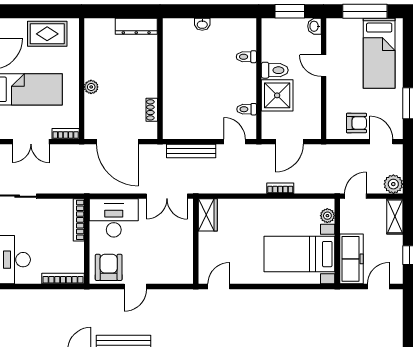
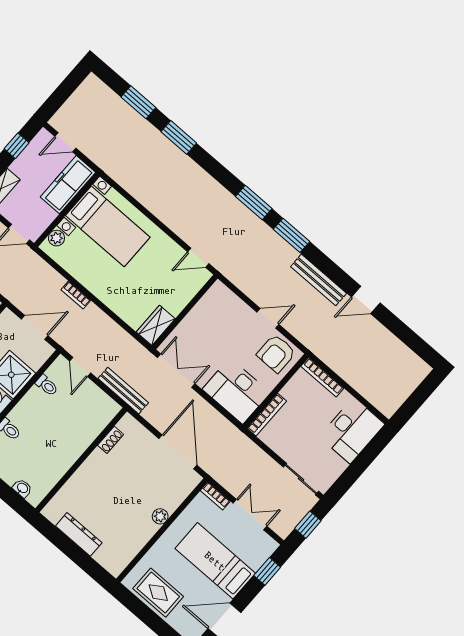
wall: (160, 79) -> (81, 460), moved
shoe rack: (152, 110) -> (111, 440), moved

